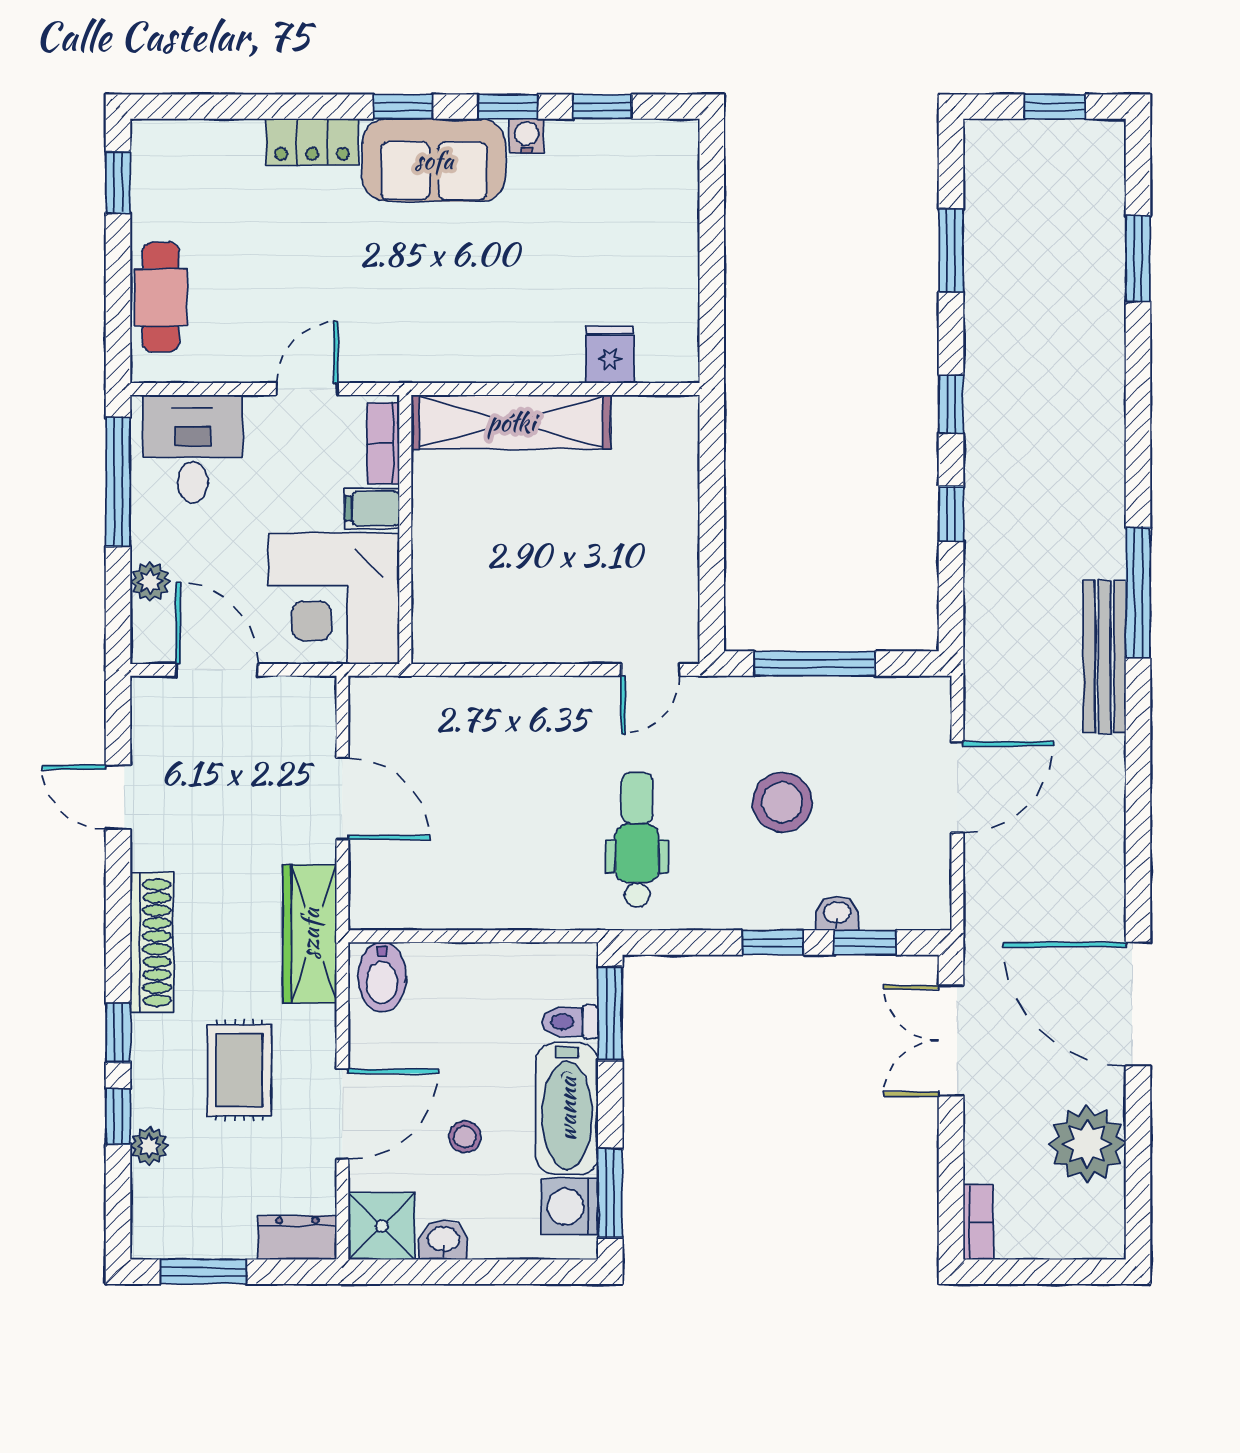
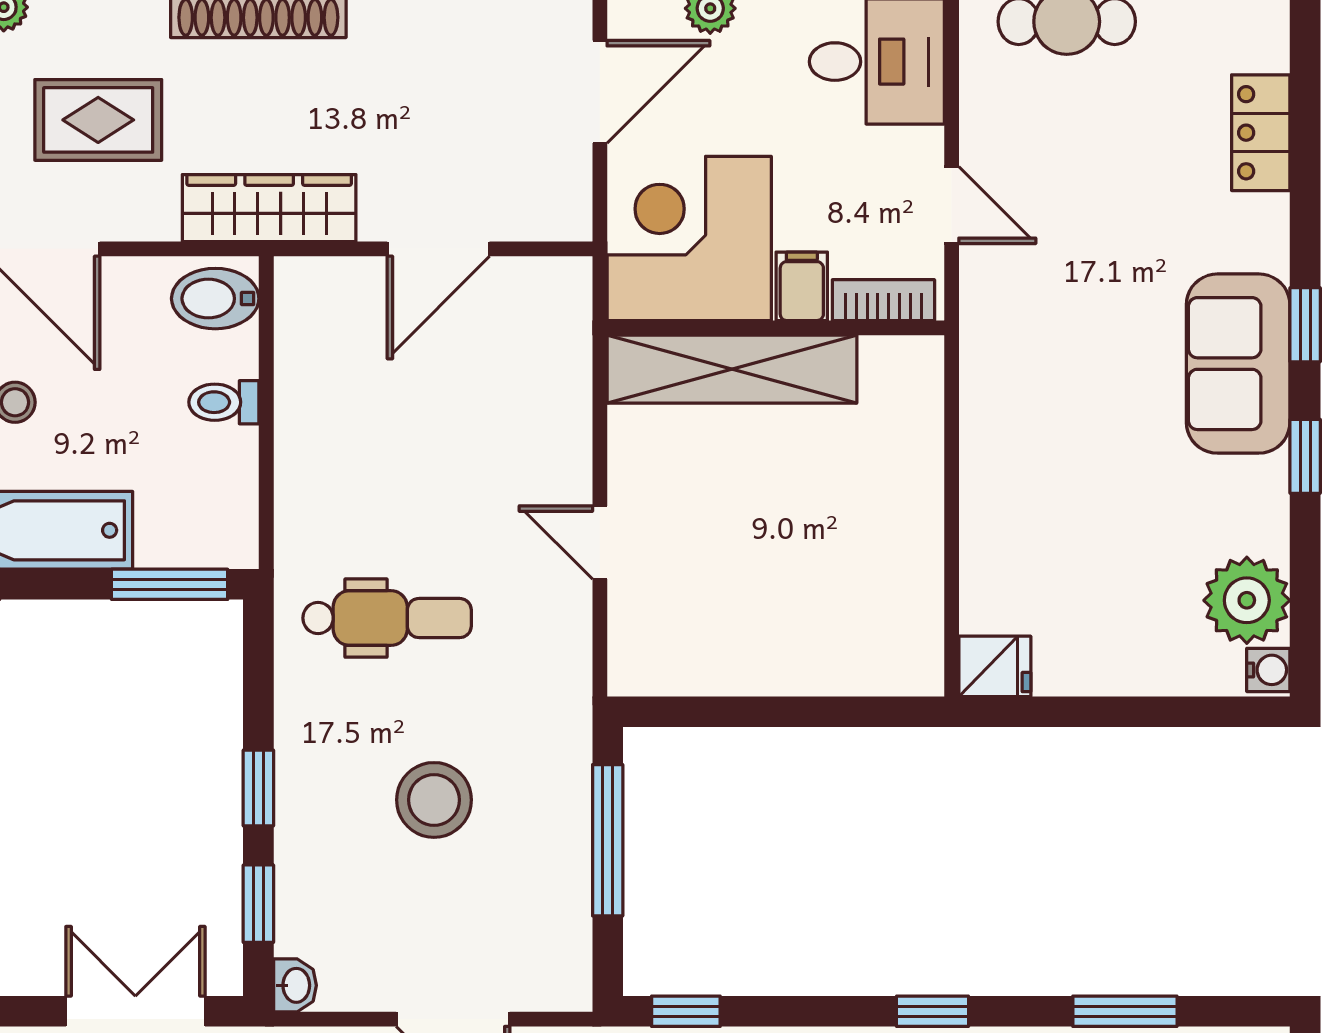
window: (602, 107) -> (1305, 575), removed
water cooler: (527, 136) -> (1268, 670), moved
locker: (312, 142) -> (1261, 133), moved
plant: (623, 153) -> (1247, 600), added
fridge: (610, 354) -> (995, 666), moved
shelving: (511, 422) -> (732, 369), moved, turned 90
window: (951, 514) -> (686, 1011), moved
door: (650, 670) -> (600, 542), moved
washbasin: (837, 913) -> (295, 985), moved
toilet: (570, 1022) -> (224, 402), moved, turned -90

